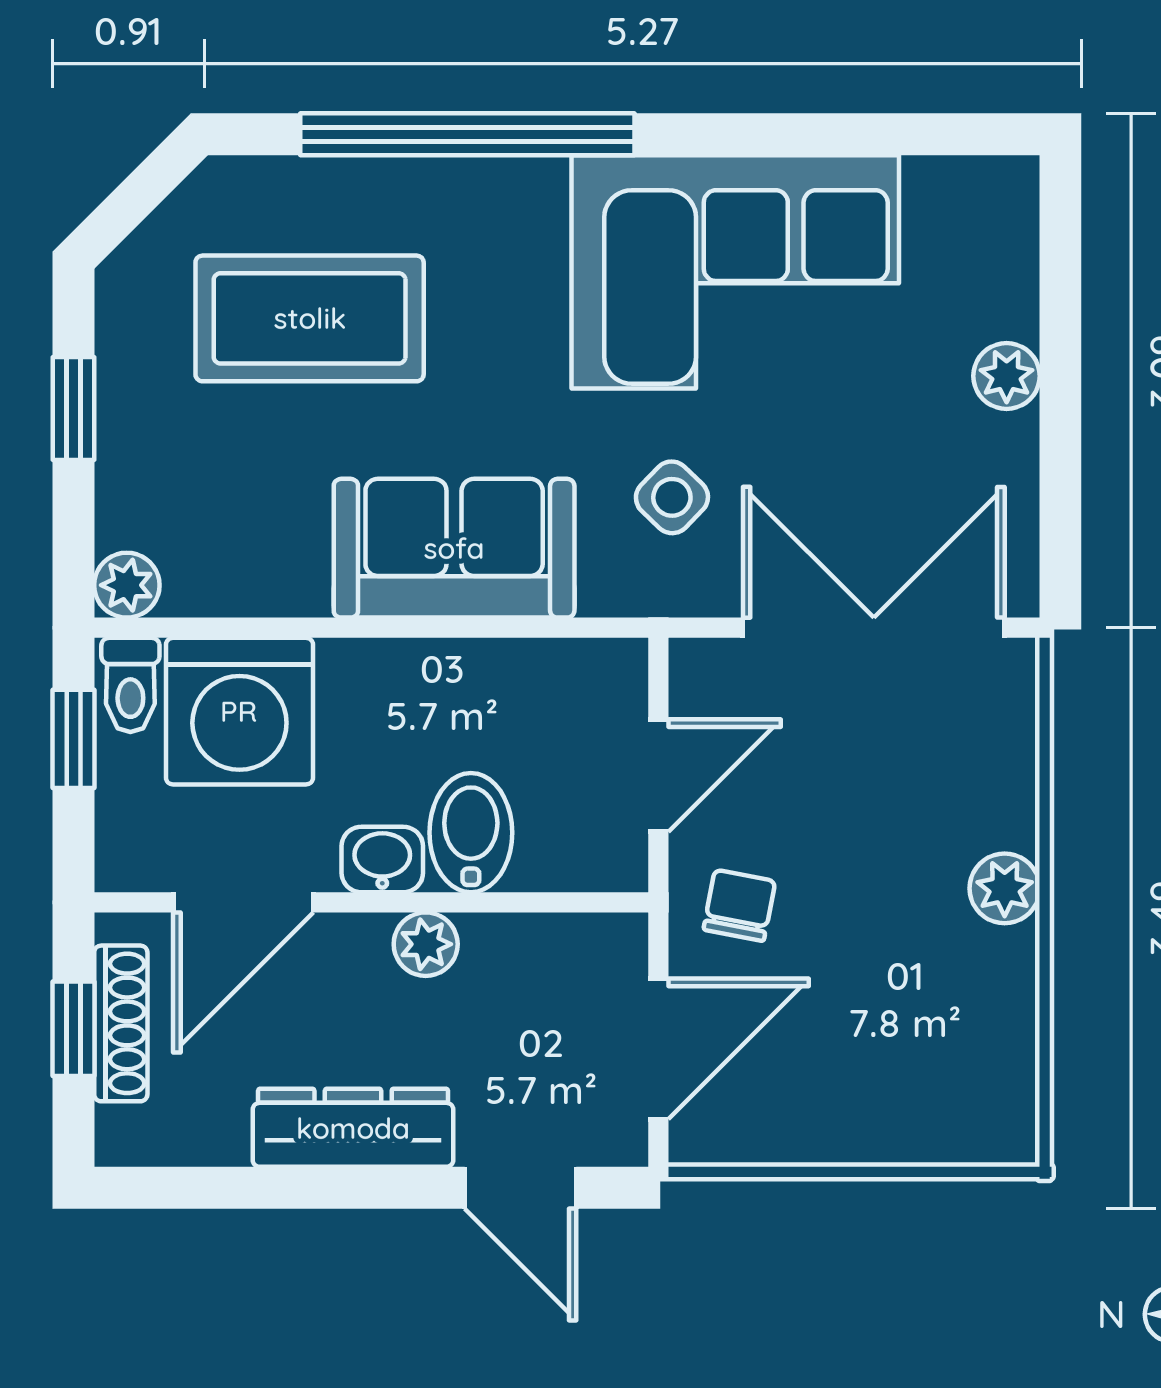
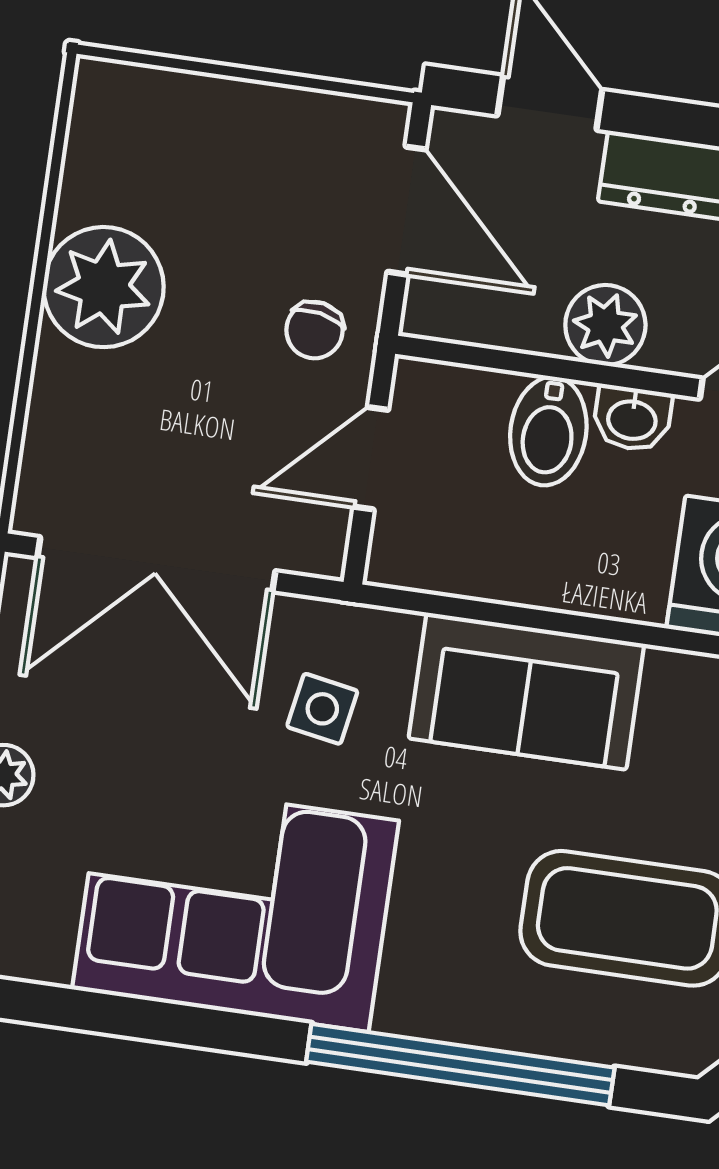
side table: (672, 497) -> (322, 709), turned -34
plant: (1005, 888) -> (104, 287), width x1.88, depth x1.88
plant: (426, 944) -> (605, 325), width x1.38, depth x1.38
door: (658, 1049) -> (407, 211), swing flipped

